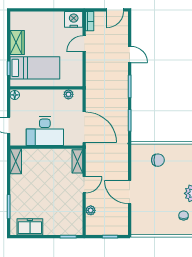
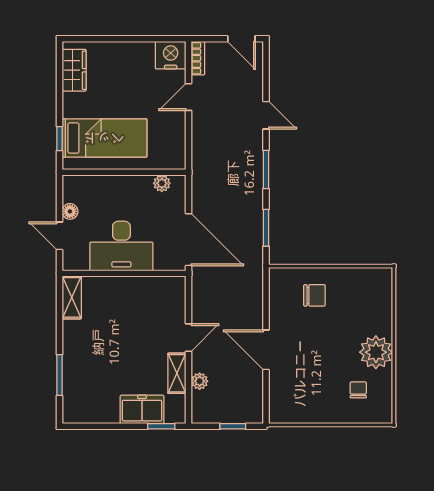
door: (115, 10) -> (241, 39), hinge flipped
wardrobe: (17, 43) -> (74, 70), moved
floor lamp: (15, 95) -> (70, 211), moved
shelving: (77, 161) -> (177, 373), moved
freezer: (30, 227) -> (142, 409), moved

